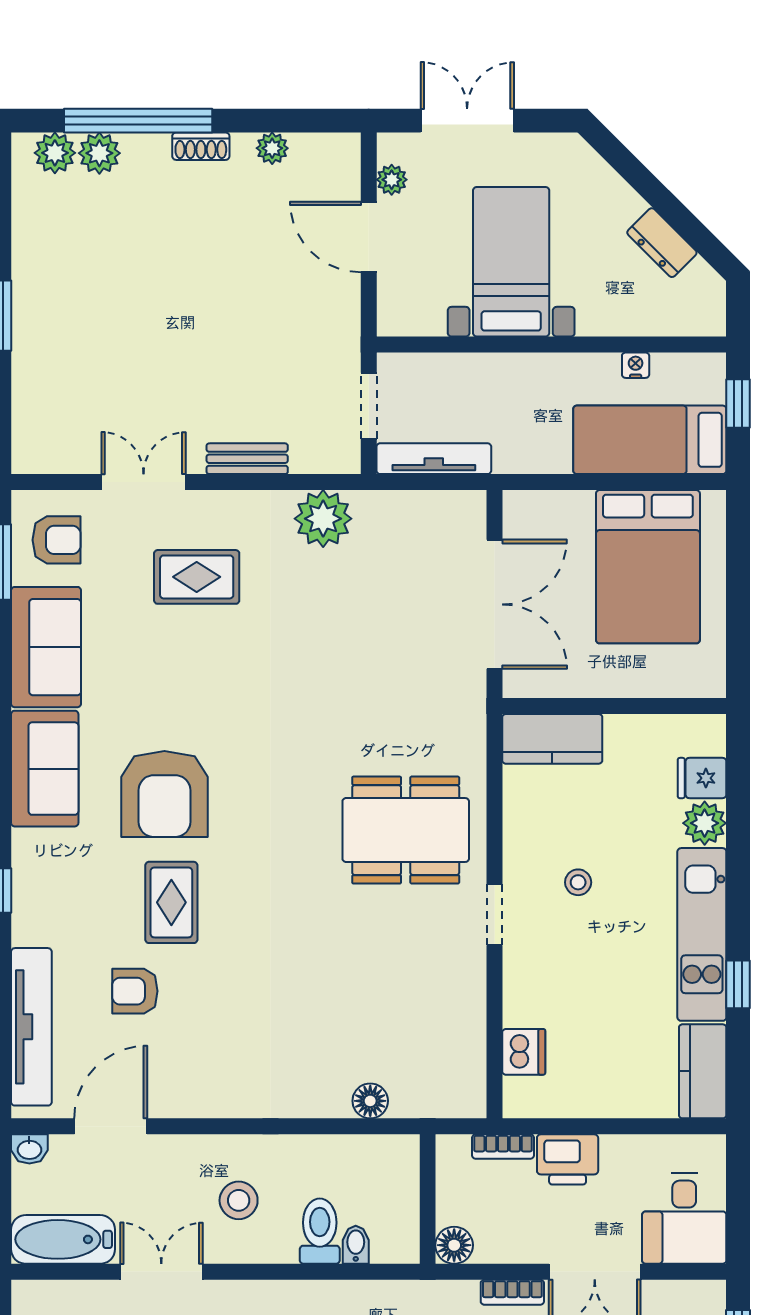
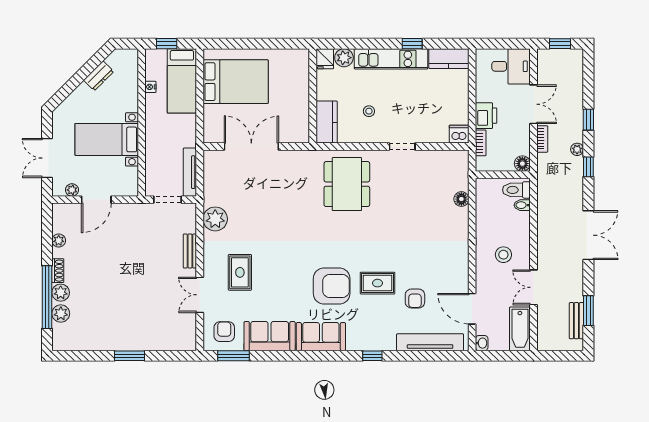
plant: (55, 153) -> (61, 293), moved
wall: (614, 706) -> (313, 96), moved
kitchen counter: (552, 739) -> (327, 122), moved
doorway: (494, 915) -> (402, 147), moved
dishwasher: (524, 1052) -> (459, 134), moved
toilet: (320, 1231) -> (516, 190), moved

